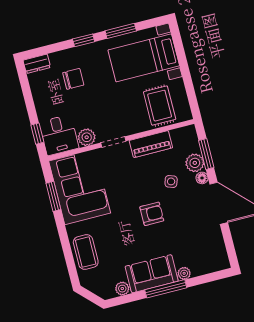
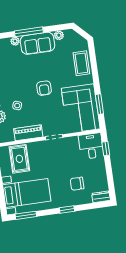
window: (121, 31) -> (26, 215), moved
plant: (87, 137) -> (72, 142), removed
armchair: (152, 214) -> (44, 88), moved, turned -90

